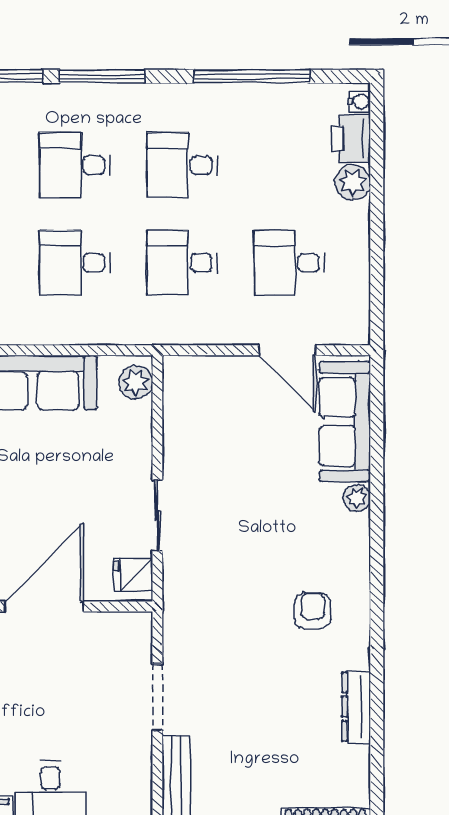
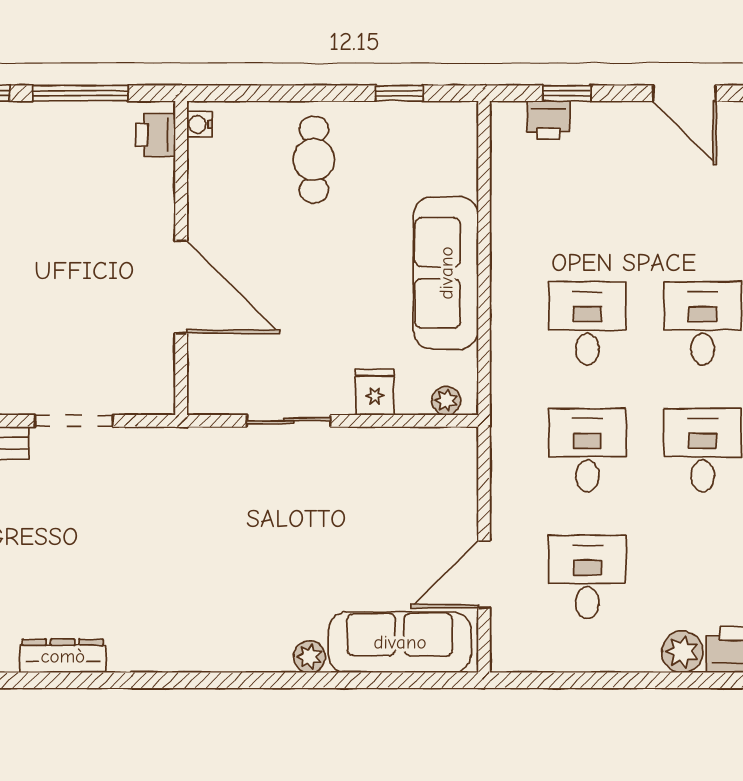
plant: (136, 382) -> (446, 401), width x0.73, depth x0.73
fridge: (133, 575) -> (375, 392), moved
armchair: (313, 611) -> (176, 605), removed

